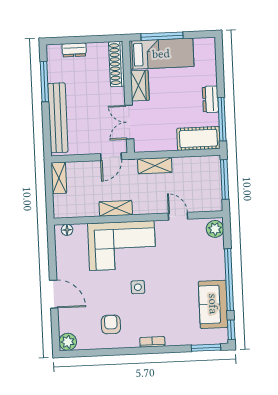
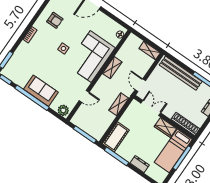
dresser: (210, 99) -> (140, 164), moved
sofa: (213, 304) -> (41, 91), moved

